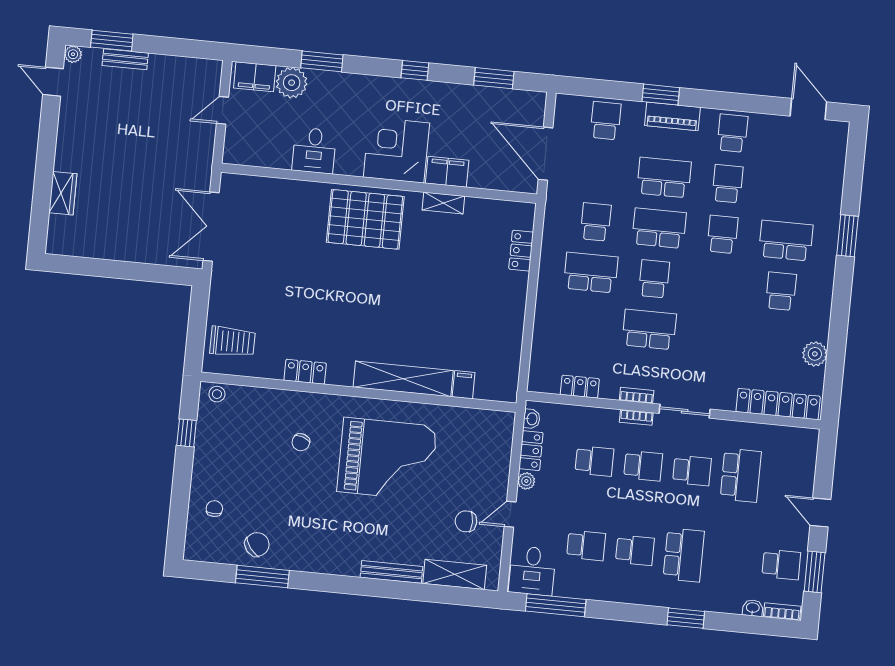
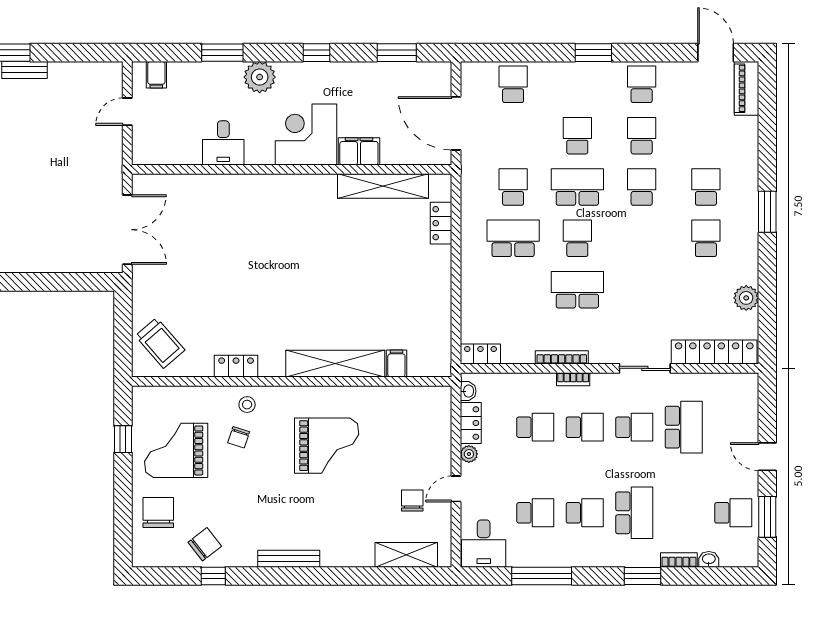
filing cabinet: (255, 77) -> (156, 75), width x0.50
plant: (292, 83) -> (260, 77), moved
window: (661, 95) -> (593, 53), moved
piano: (672, 116) -> (747, 88), moved, turned 90
school desk: (664, 178) -> (577, 136), width x0.54
shelving: (443, 203) -> (383, 186), width x2.20, depth x1.33
pallet: (365, 219) -> (281, 207), removed
double door: (211, 227) -> (127, 230), swing flipped
window: (848, 236) -> (767, 212), moved
school desk: (786, 241) -> (706, 187), width x0.54
trolley: (232, 342) -> (160, 343), turned 49
locker: (580, 387) -> (480, 354), moved
stool: (217, 394) -> (247, 405), moved
bookcase: (637, 396) -> (562, 357), width x1.56
sliding door: (685, 411) -> (645, 368), moved
grand piano: (238, 449) -> (176, 450), added
grand piano: (387, 459) -> (327, 446), width x0.73, depth x0.68
chair: (214, 509) -> (158, 512), width x1.87, depth x1.87
chair: (466, 521) -> (412, 500), turned 90
bench: (391, 572) -> (289, 559), moved
window: (262, 577) -> (213, 576), width x0.46
window: (556, 605) -> (542, 576), moved
bookcase: (782, 612) -> (679, 560), moved

